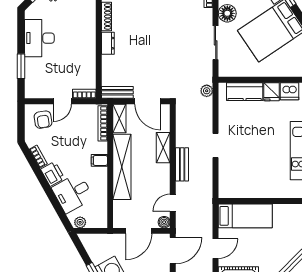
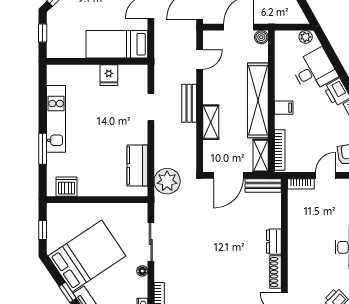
floor lamp: (227, 13) -> (142, 271), width x0.53, depth x0.53
plant: (207, 91) -> (167, 181), width x1.87, depth x1.87
kitchen counter: (245, 92) -> (137, 165), moved, turned -90
fridge: (271, 92) -> (109, 75), moved, turned 180
door: (148, 101) -> (228, 175), swing flipped
doorway: (216, 145) -> (151, 107), moved
boiler: (164, 222) -> (261, 37), moved

